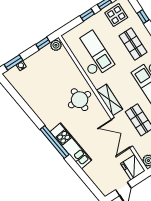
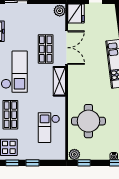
checkout: (93, 54) -> (49, 128), width x0.73, depth x0.83
round table: (80, 100) -> (88, 121), moved, width x1.36, depth x1.36

